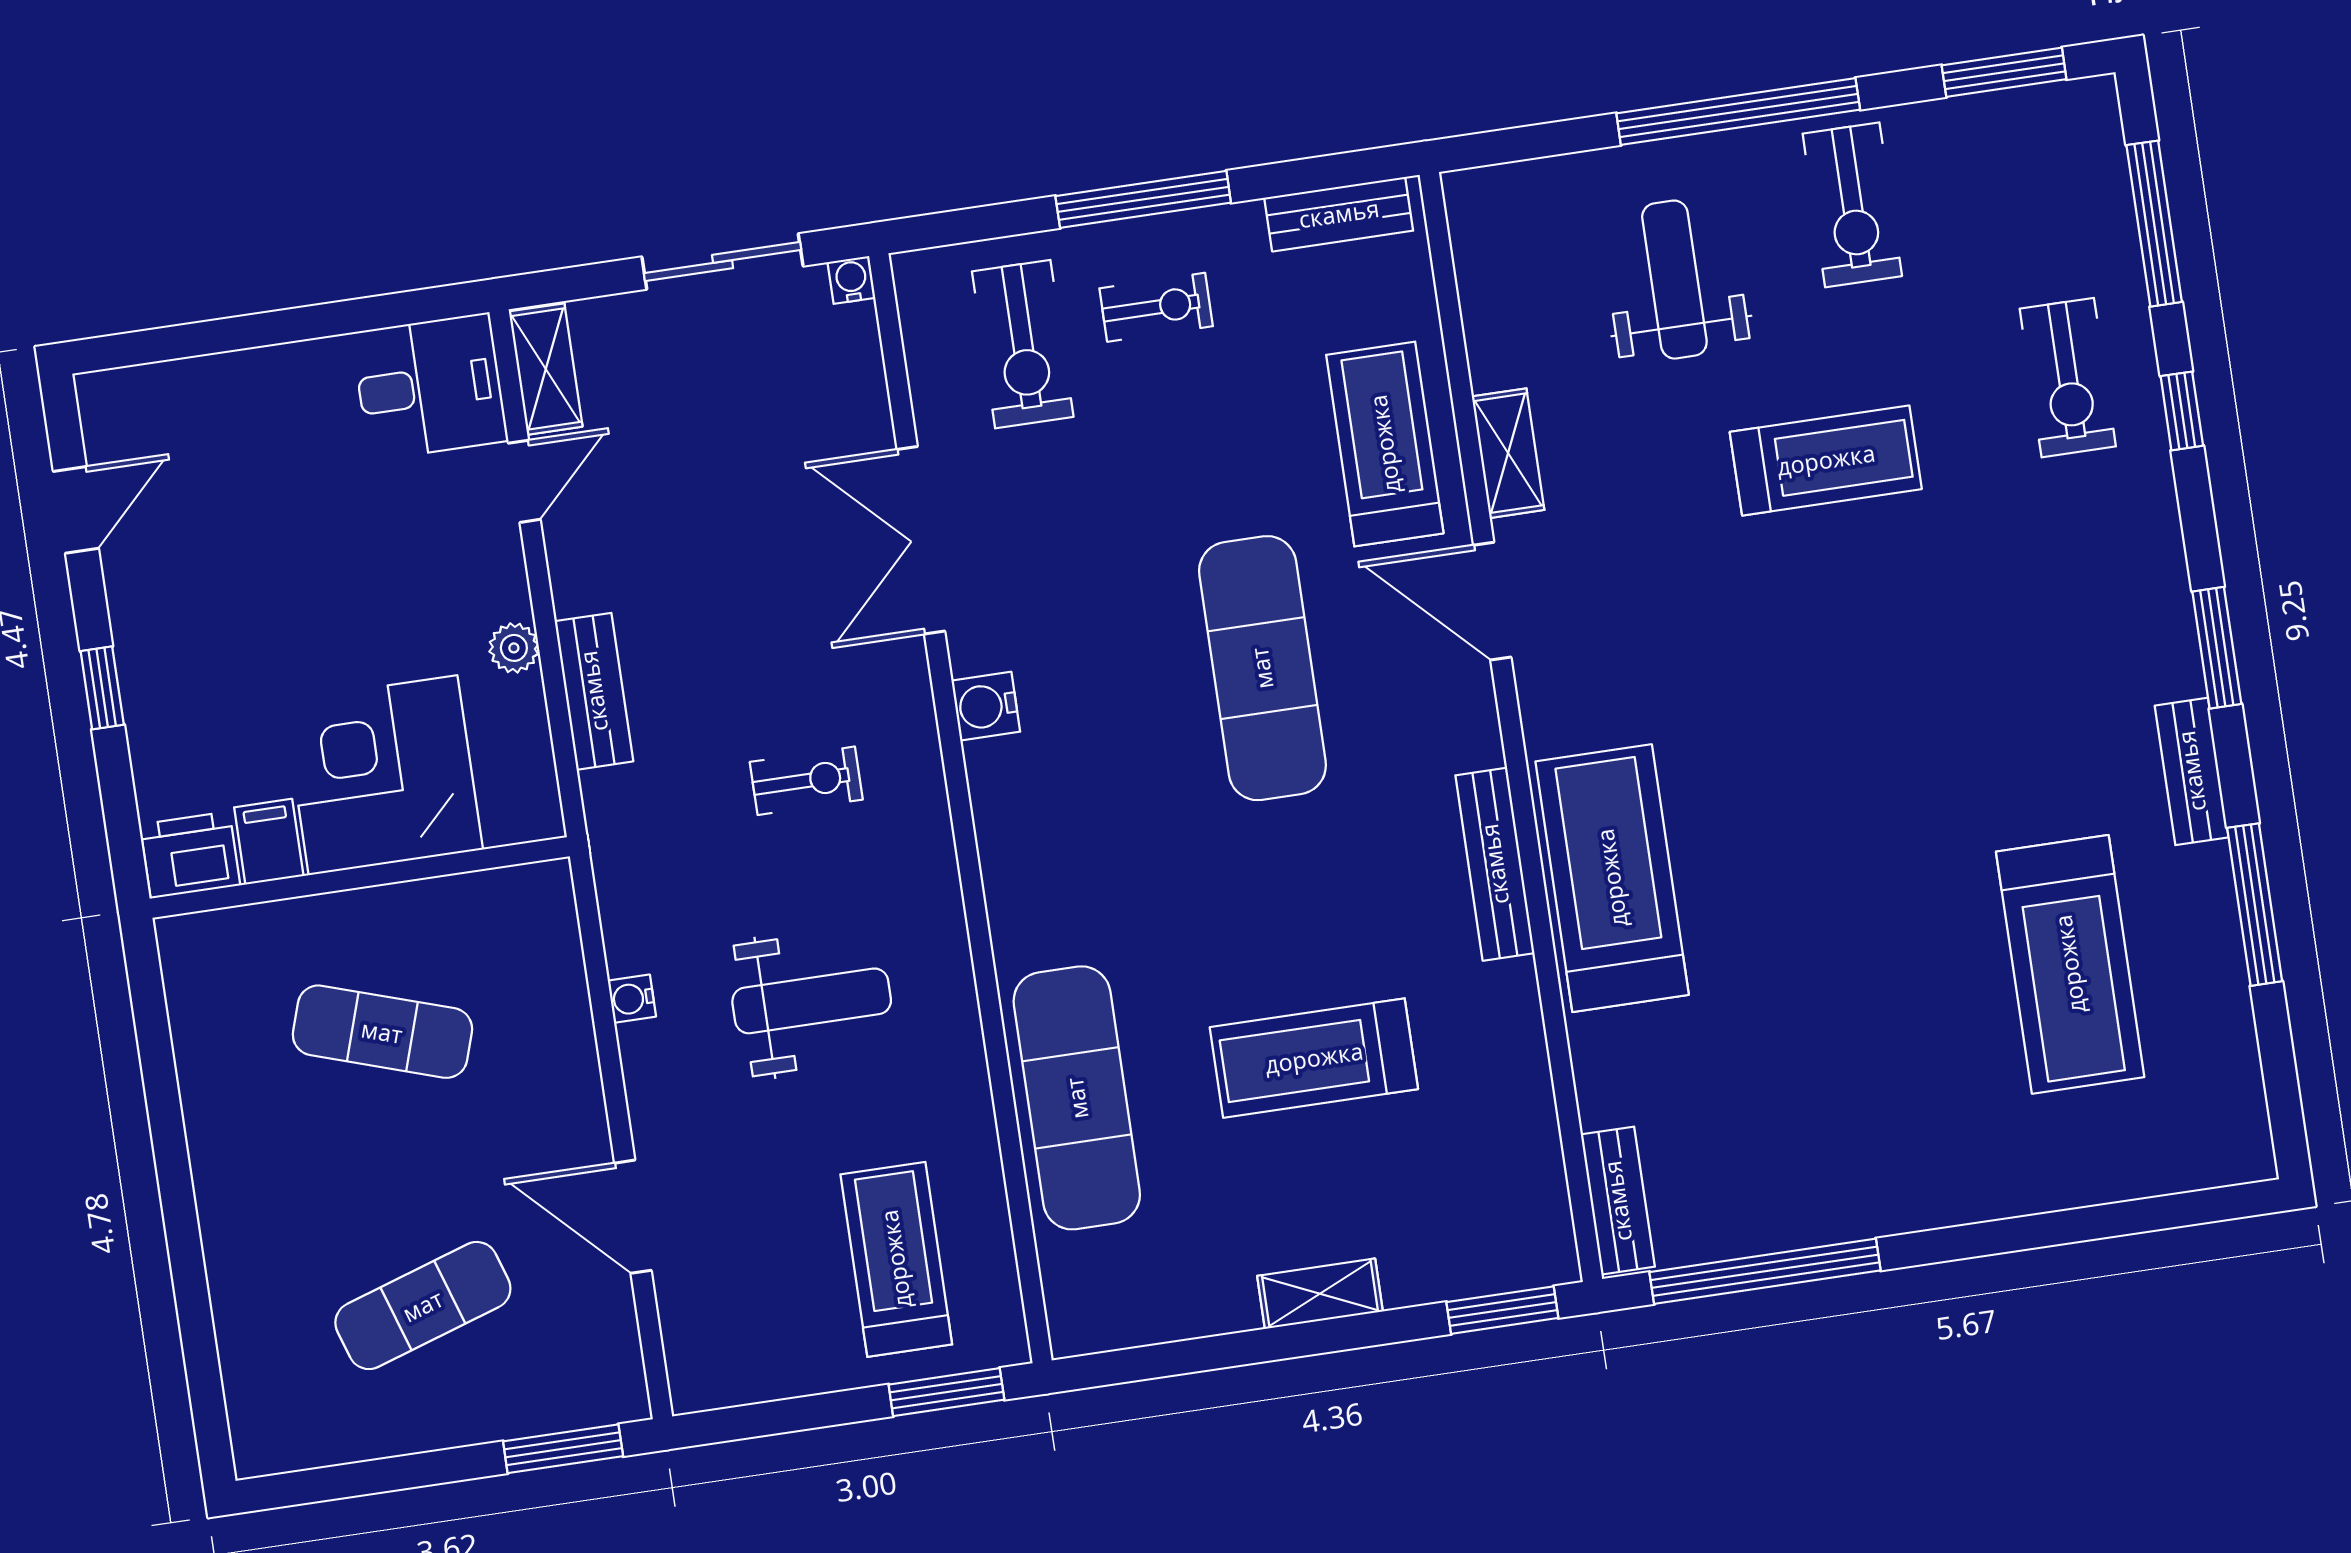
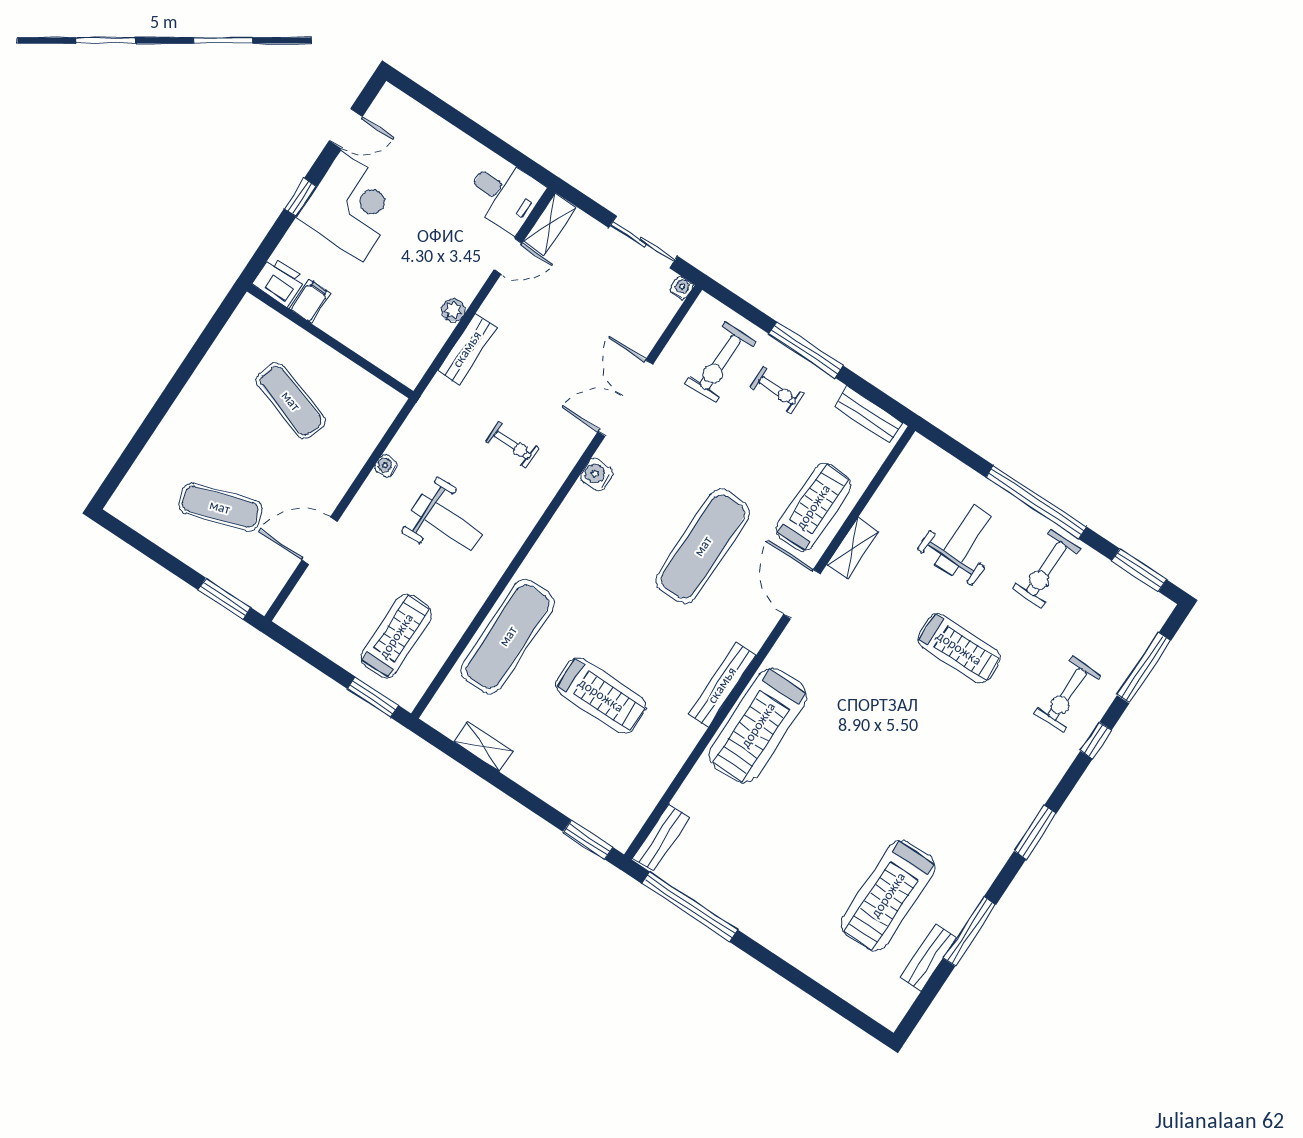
bench: (2192, 771) -> (928, 958), moved
corner desk: (383, 775) -> (352, 206), moved, turned 90
treadmill: (1612, 878) -> (758, 725), turned 180
treadmill: (1314, 1058) -> (601, 695), turned 180
door: (633, 1217) -> (319, 541), hinge flipped
shelving: (1320, 1294) -> (484, 747), moved

